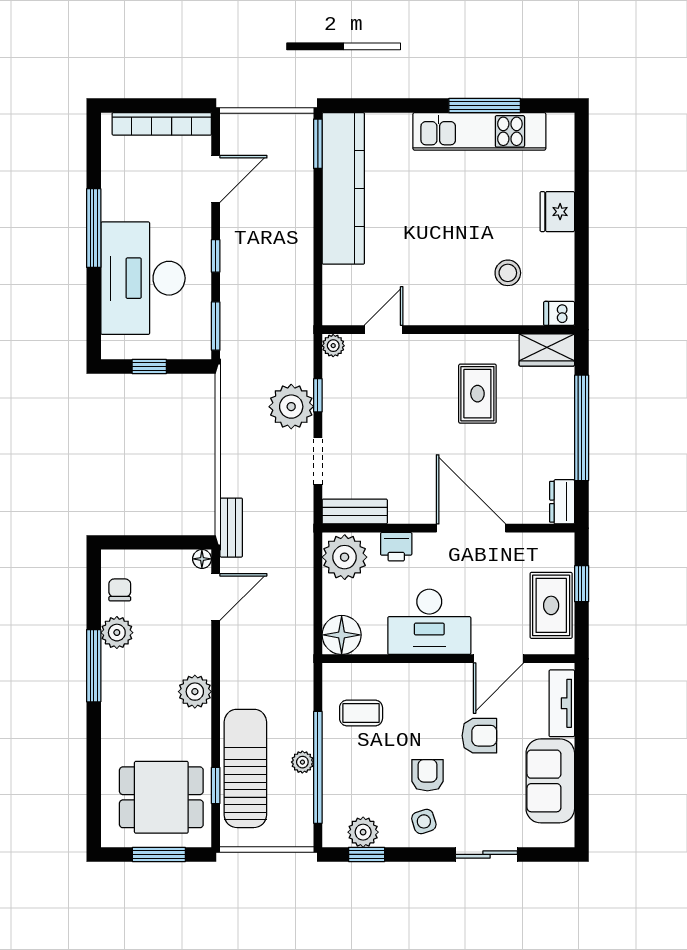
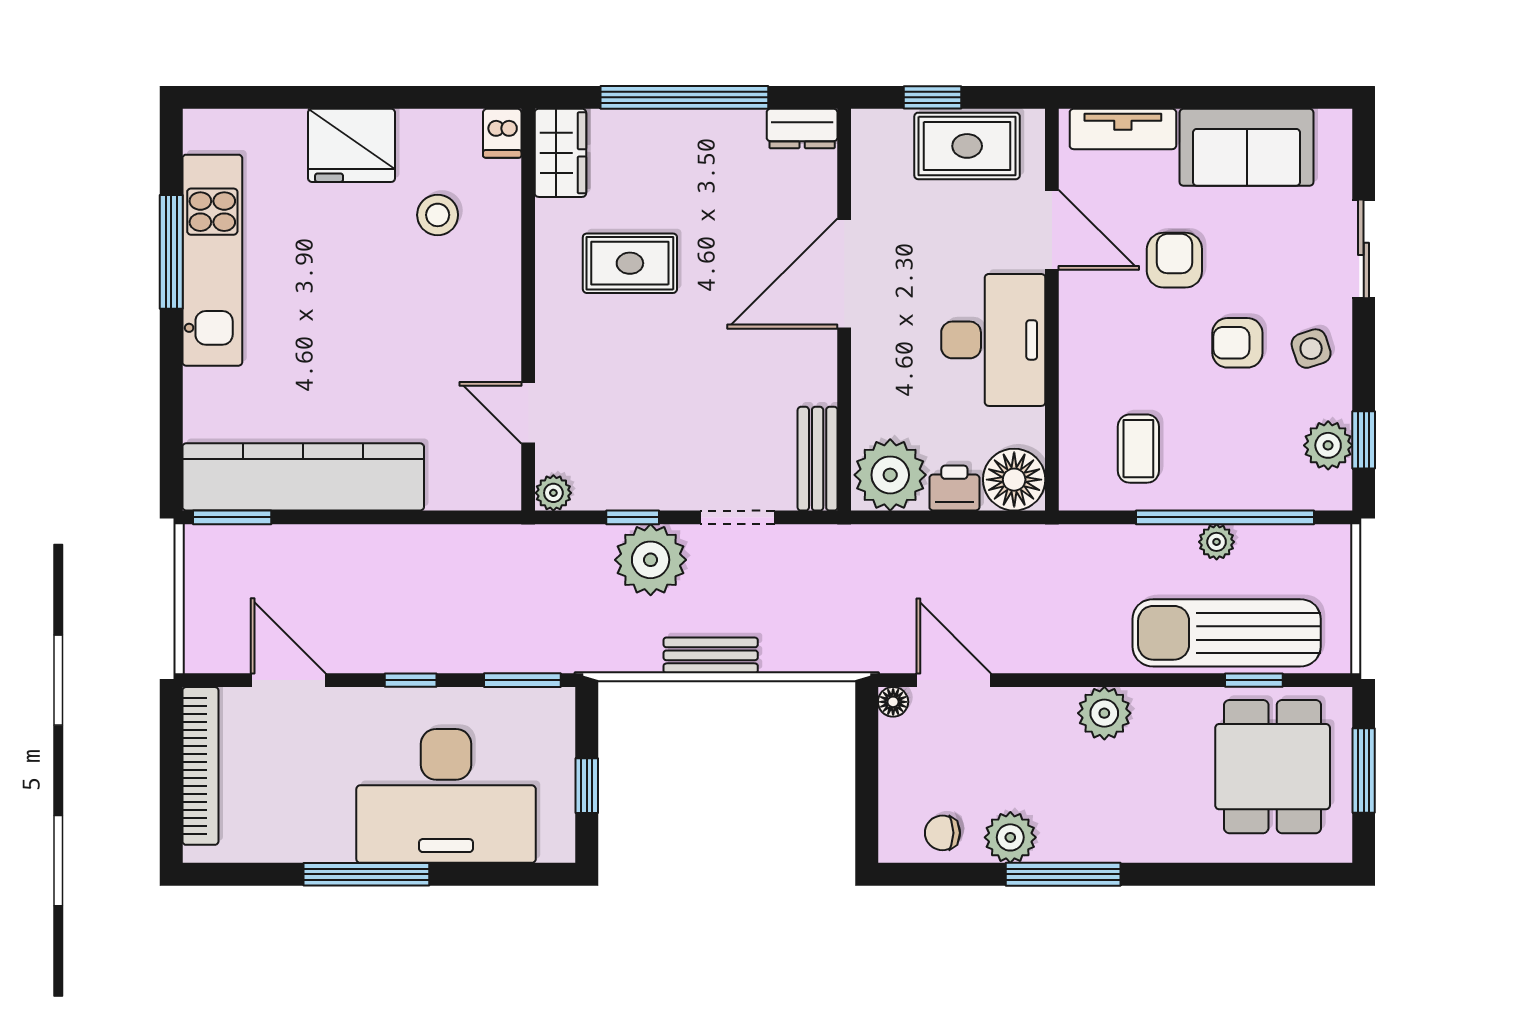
fridge: (557, 212) -> (352, 145), width x1.36, depth x1.34
bench: (231, 528) -> (711, 655), moved
printer: (396, 547) -> (954, 488), moved, turned -90

